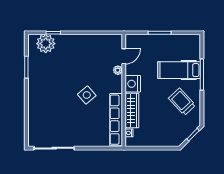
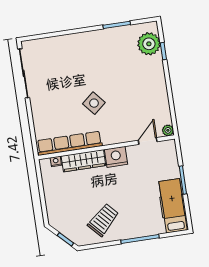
door: (124, 56) -> (148, 141), swing flipped
plant: (118, 70) -> (168, 130), moved
hospital bed: (179, 70) -> (173, 206), moved

